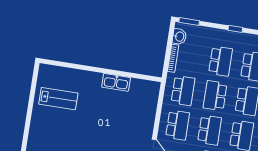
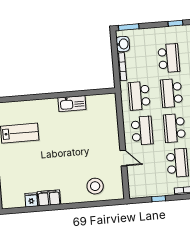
school desk: (183, 91) -> (139, 96), turned 180
school desk: (210, 130) -> (174, 128), turned 180

